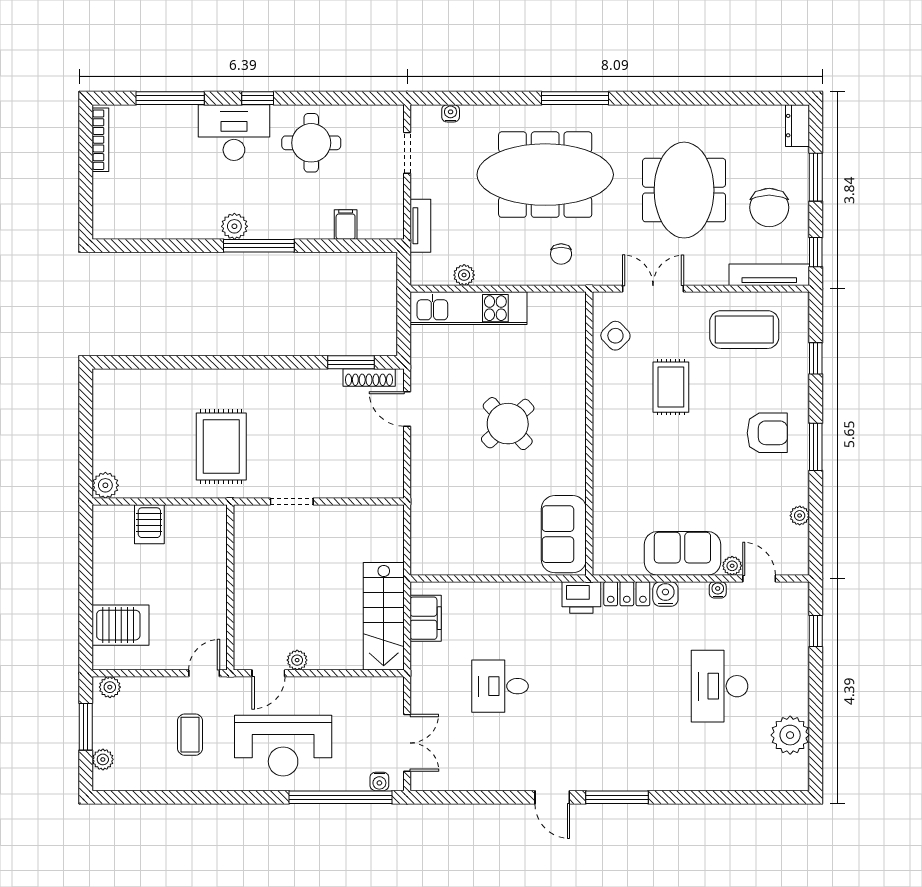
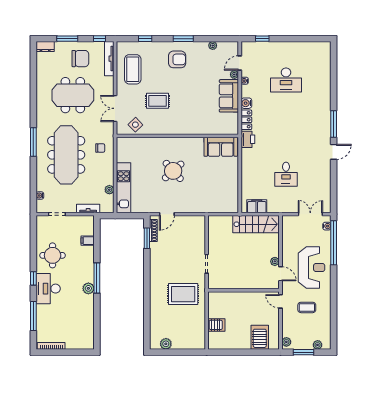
armchair: (767, 433) -> (177, 59), turned 90
plant: (105, 485) -> (166, 344), moved
plant: (790, 735) -> (307, 50), removed

